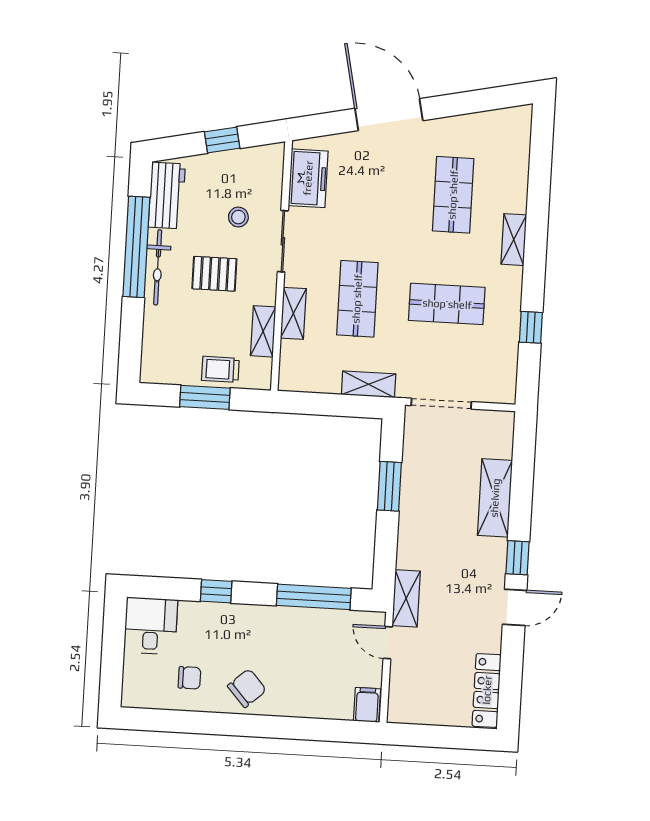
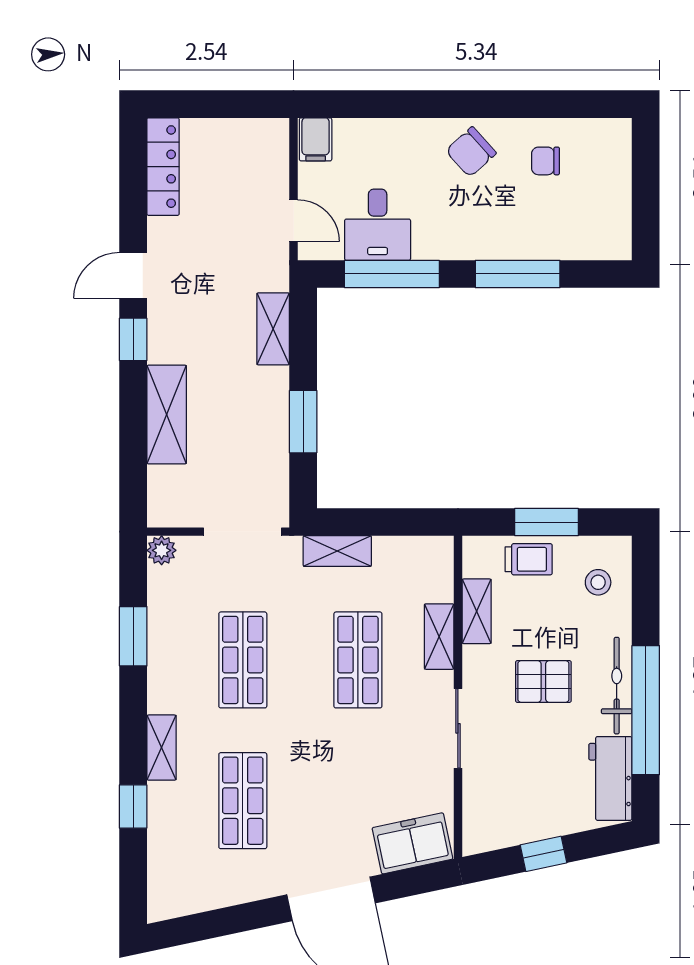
freezer: (308, 178) -> (412, 843), moved, turned 78
window: (538, 195) -> (133, 807), added
stool: (238, 217) -> (598, 582), moved
shop shelf: (447, 304) -> (243, 660), turned 90
window: (531, 327) -> (133, 636), width x1.50
plant: (505, 393) -> (162, 550), added
window: (216, 591) -> (518, 274), width x2.17
shelving: (406, 598) -> (273, 329), moved
desk: (151, 626) -> (378, 225), moved

